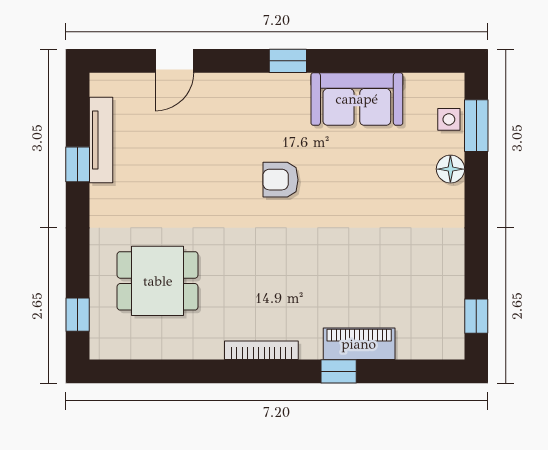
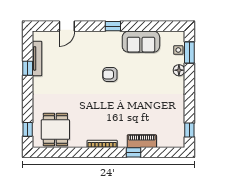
dining table: (158, 281) -> (55, 130), moved, turned 90

